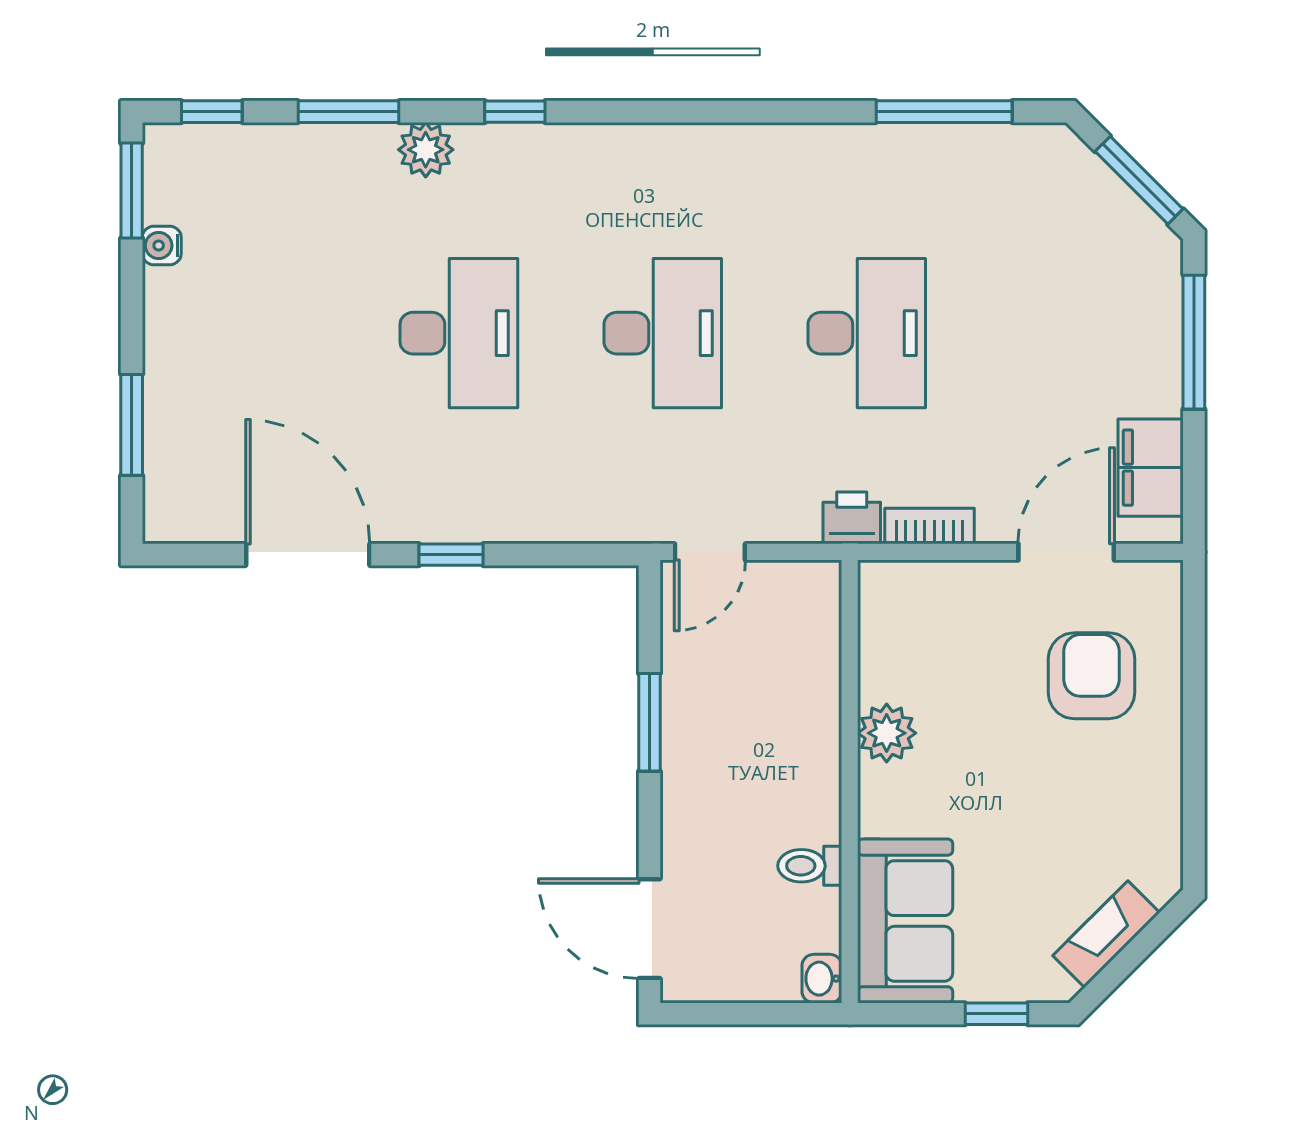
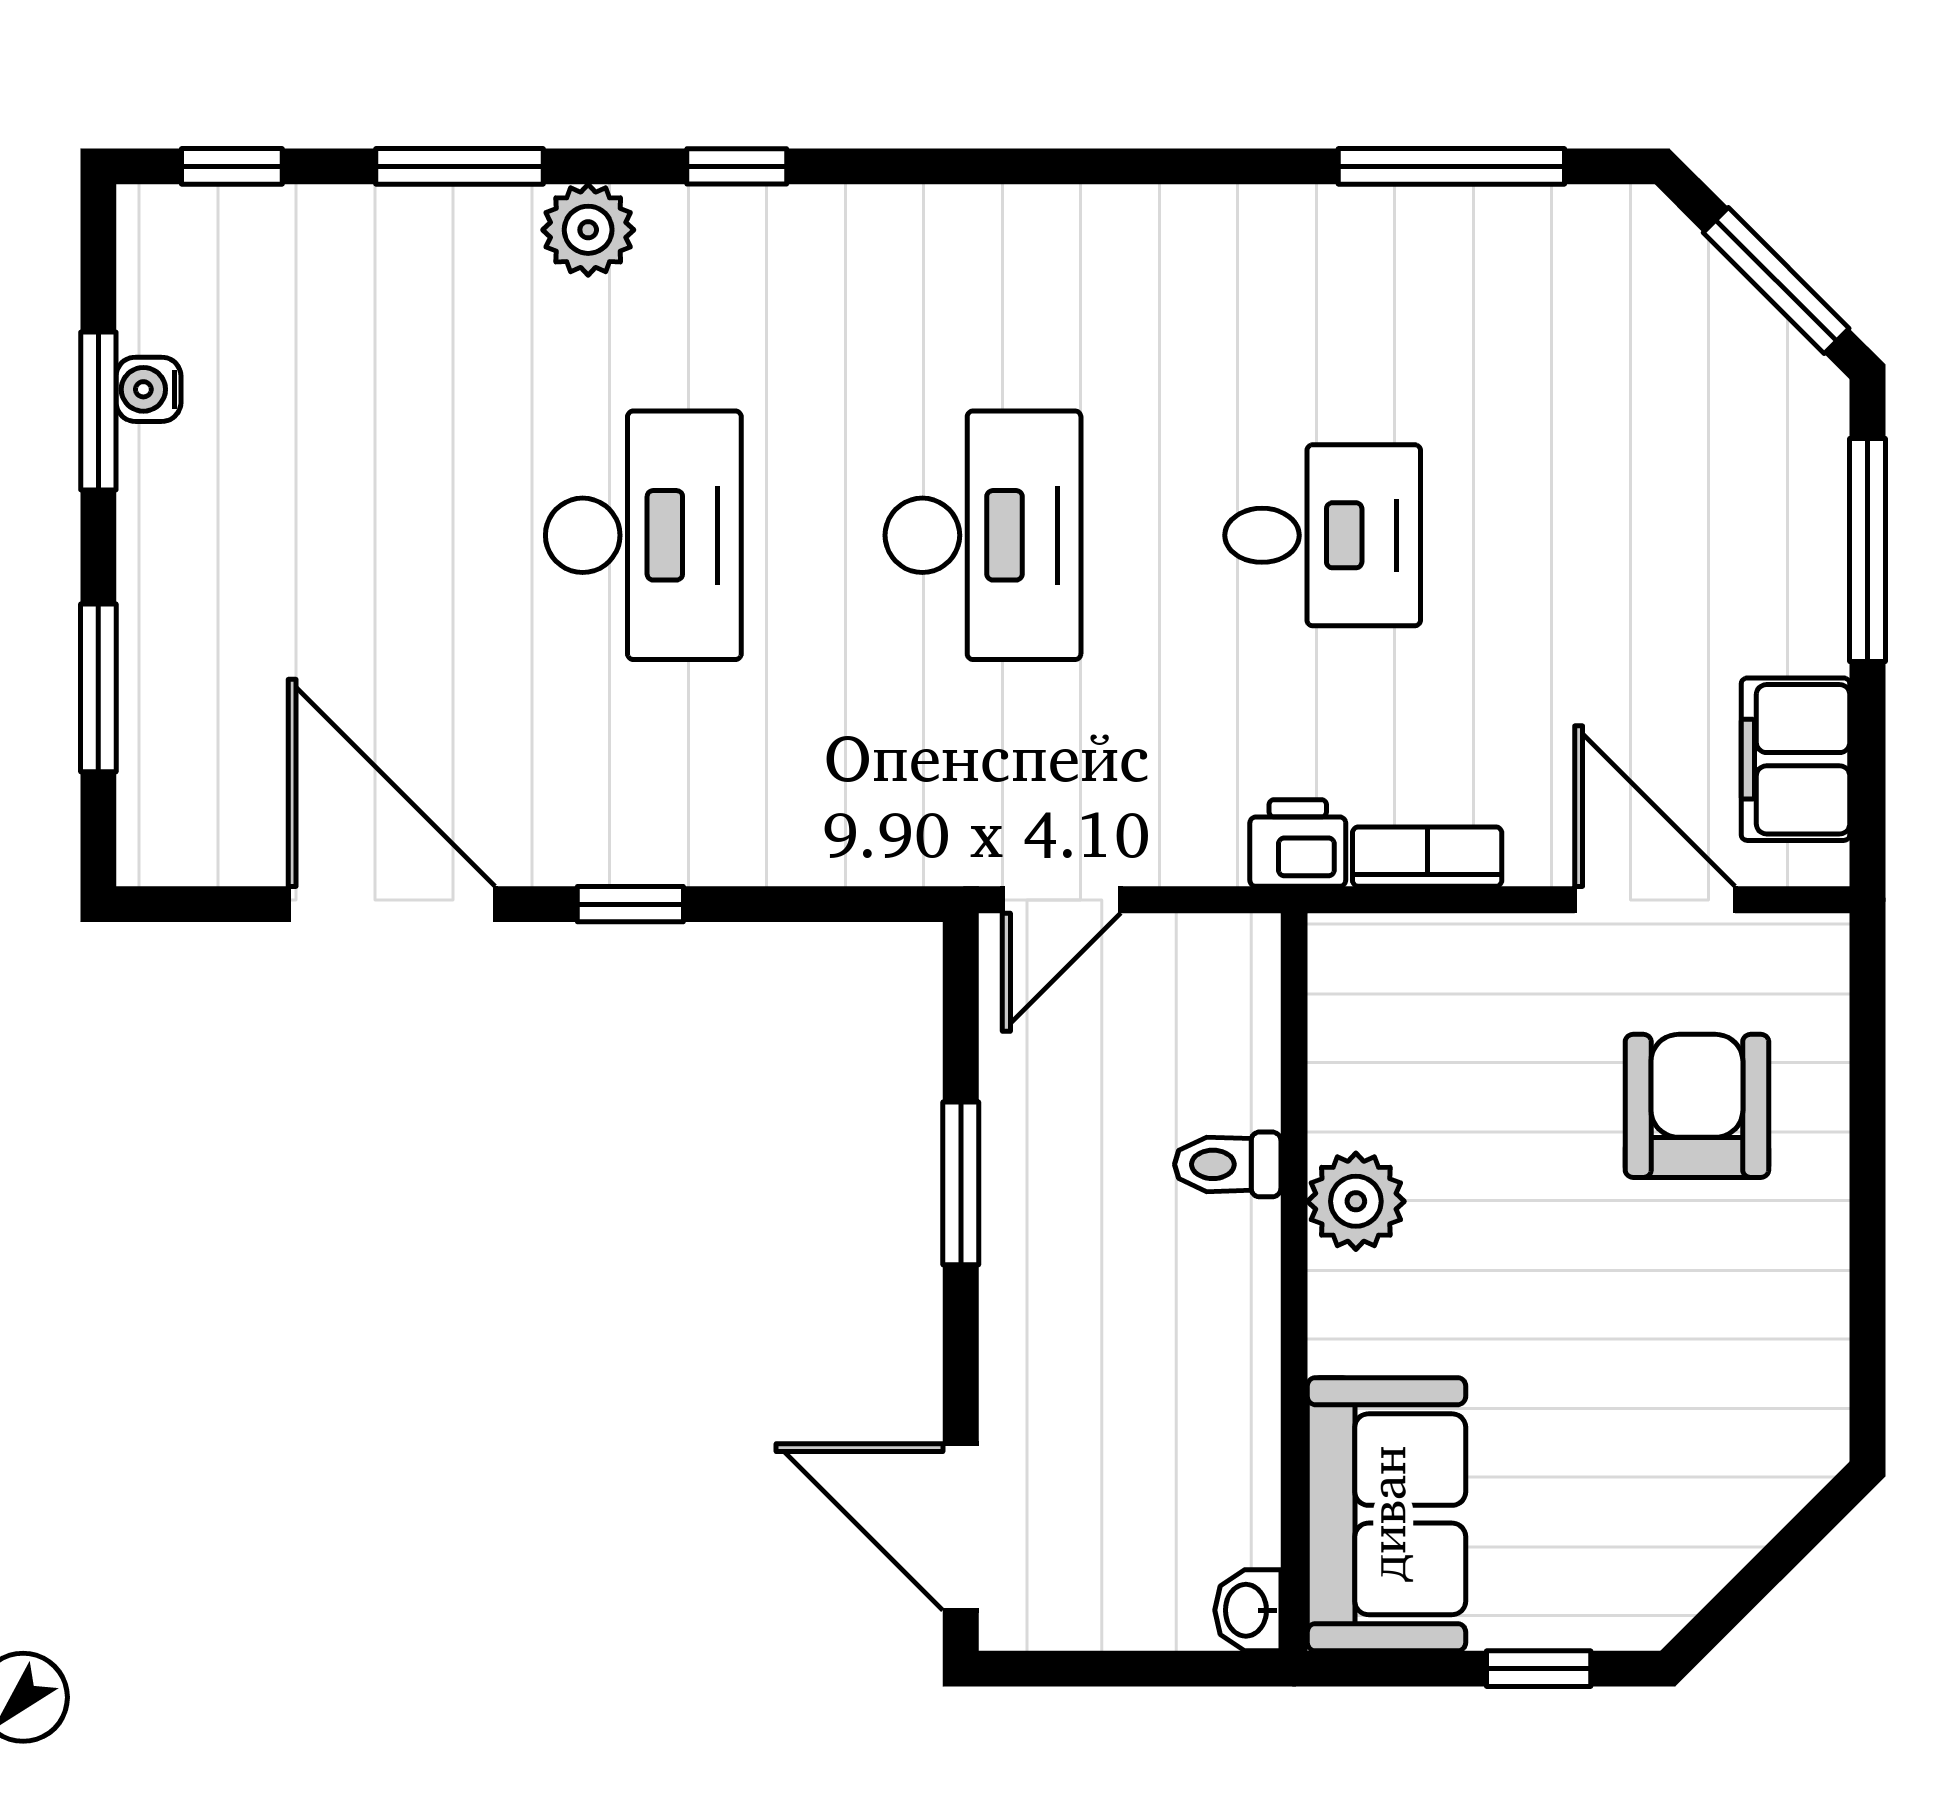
window: (132, 191) -> (98, 411), moved
desk: (867, 333) -> (1323, 535), width x0.73
door: (1066, 552) -> (1655, 900), hinge flipped
toilet: (810, 866) -> (1228, 1164), moved
fireplace: (1106, 934) -> (1722, 1536), removed

